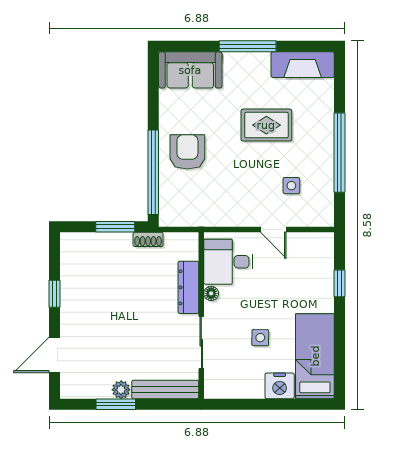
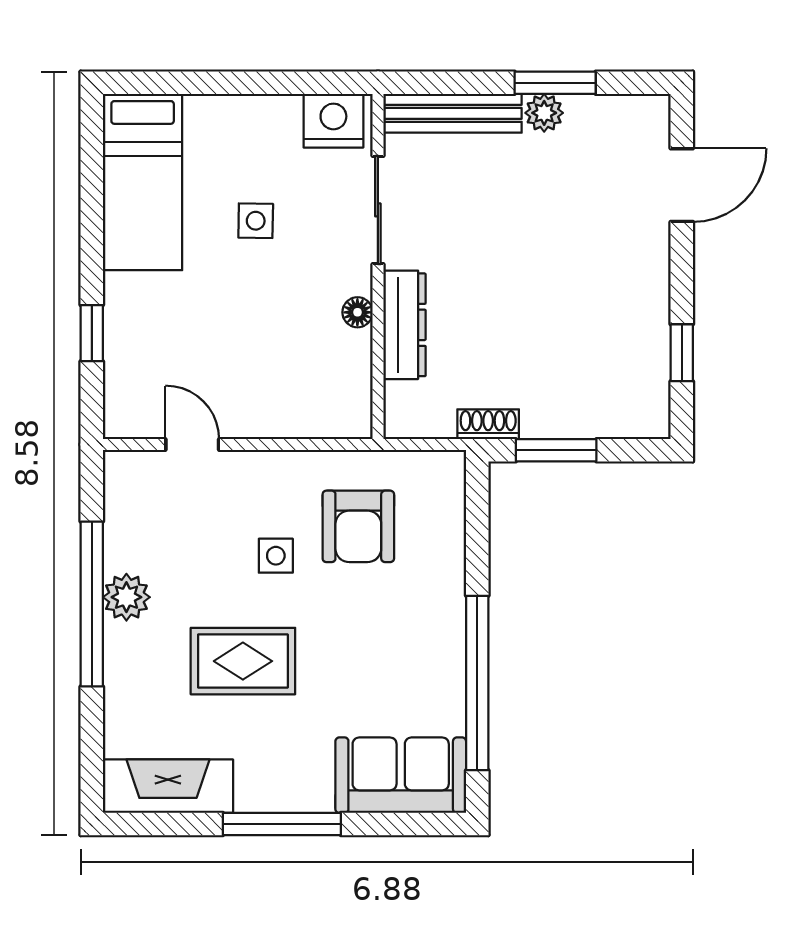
armchair: (187, 152) -> (358, 526), moved
plant: (323, 156) -> (126, 597), added
window: (153, 172) -> (477, 683), moved
side table: (291, 186) -> (276, 556), moved
door: (273, 230) -> (192, 445), moved
desk: (228, 262) -> (322, 378), removed
window: (55, 294) -> (682, 353), moved
nightstand: (280, 386) -> (333, 121), moved

